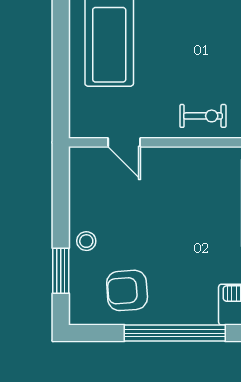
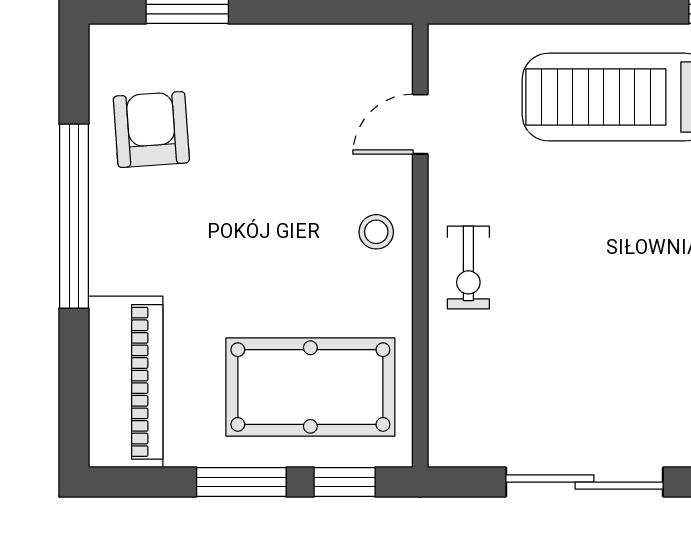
stool: (86, 241) -> (376, 232), moved

